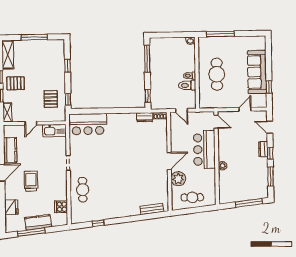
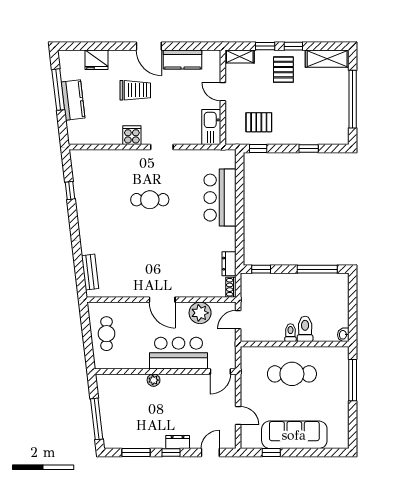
window: (34, 37) -> (353, 99), width x1.46
toilet: (187, 85) -> (305, 329), moved
bar counter: (88, 124) -> (220, 198), moved
plant: (178, 179) -> (200, 313), moved
cafe table: (83, 190) -> (150, 200), moved
cooker: (61, 207) -> (132, 135), moved

